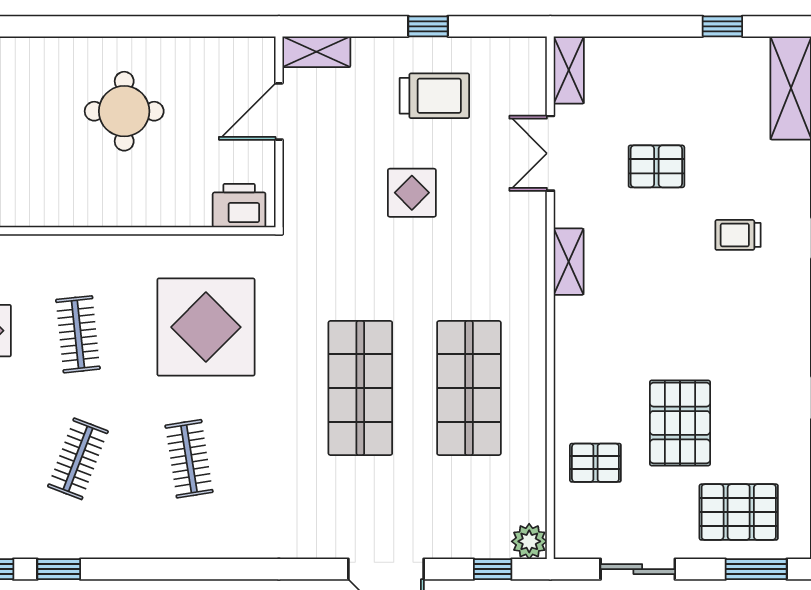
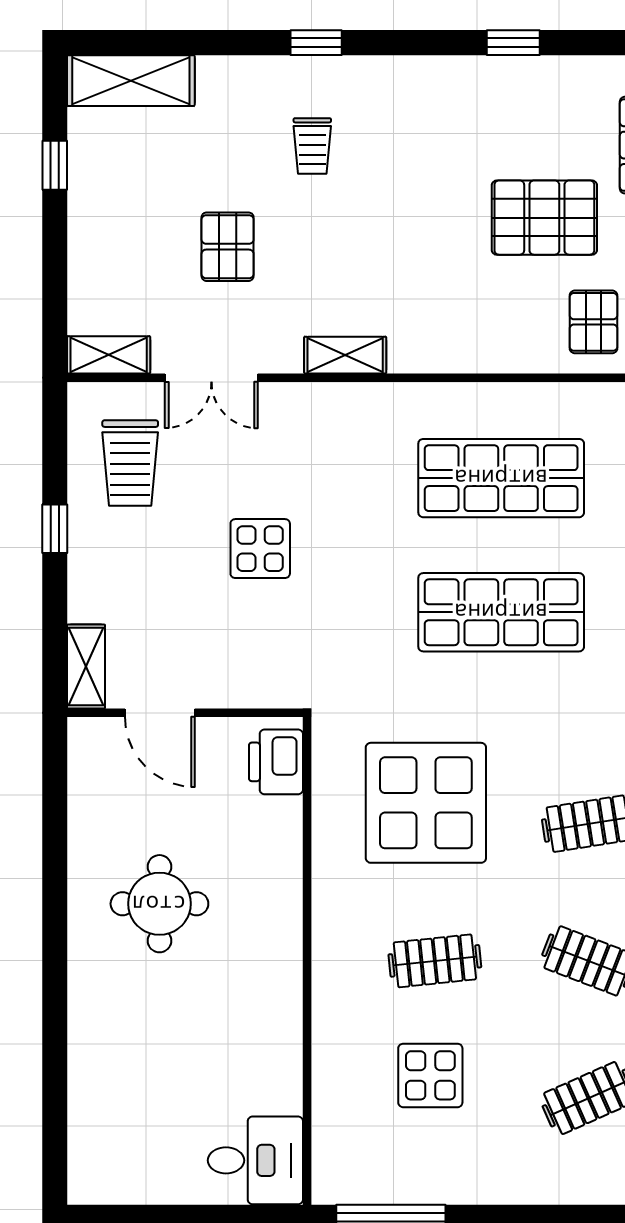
trolley: (434, 96) -> (130, 463), moved, turned 180

